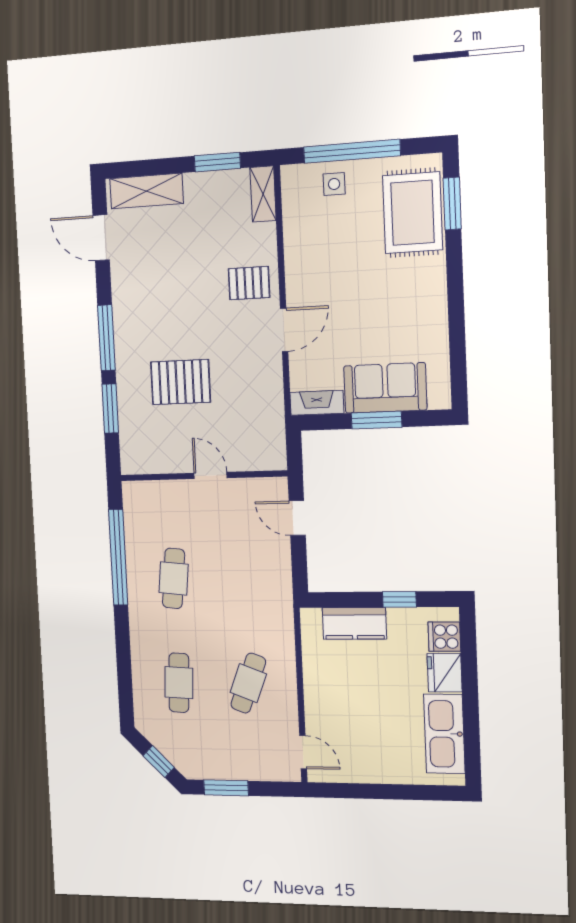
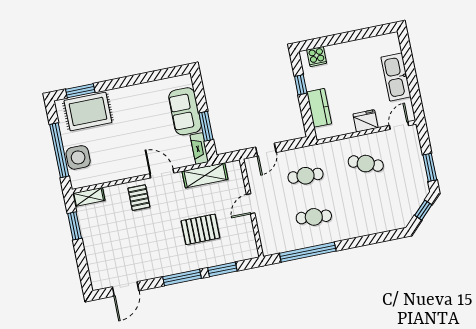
side table: (334, 184) -> (78, 157), width x1.87, depth x1.87
shelving: (146, 191) -> (205, 175), moved, turned 90
pallet: (181, 382) -> (200, 229), turned 90
window: (377, 420) -> (206, 126), moved
fridge: (445, 673) -> (365, 121), moved, turned 180
cafe table: (179, 683) -> (305, 176), moved
kitchen sink: (444, 734) -> (396, 77), moved, turned 90

